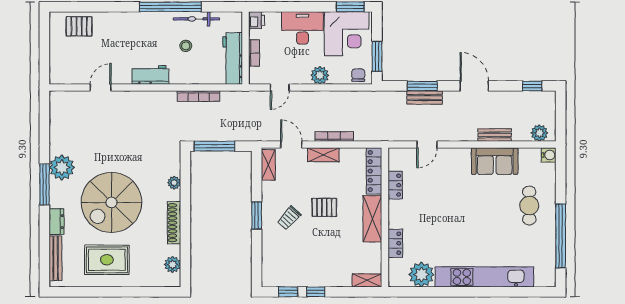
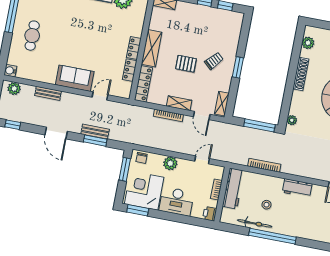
sofa: (495, 161) -> (75, 78), moved
plant: (174, 183) -> (292, 120), moved
locker: (395, 243) -> (134, 48), moved

